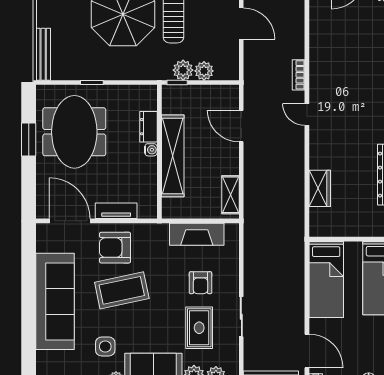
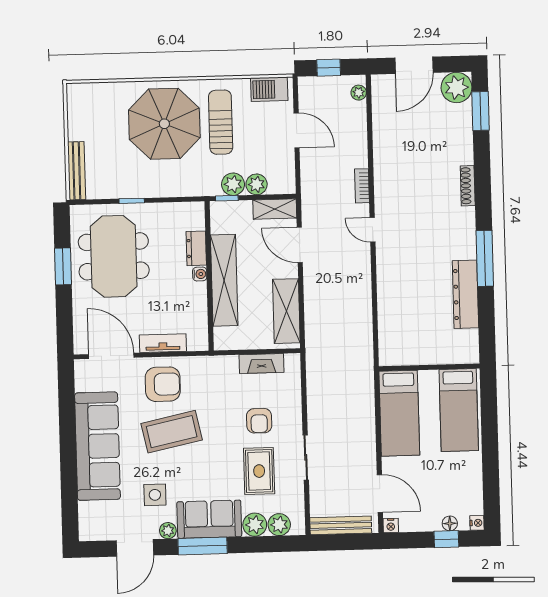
shelving: (220, 93) -> (275, 209), added
wardrobe: (320, 188) -> (389, 312), removed
shelving: (230, 195) -> (286, 311), width x1.50, depth x1.33
fireplace: (197, 234) -> (262, 364), width x0.73, depth x0.76
armchair: (115, 248) -> (163, 384), turned 180

